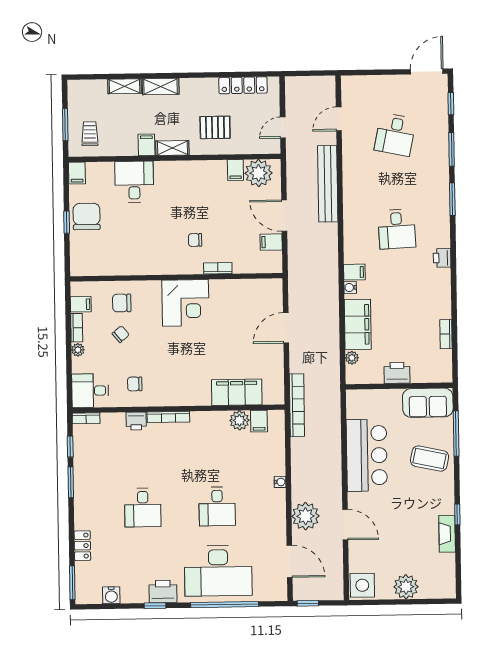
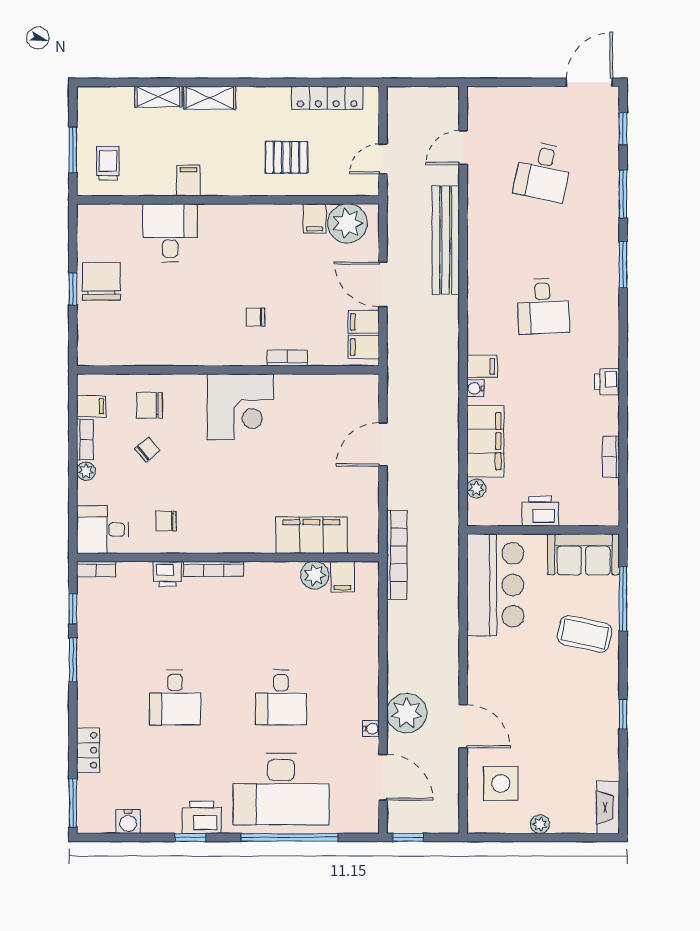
shelving: (172, 148) -> (225, 186), removed
filing cabinet: (77, 173) -> (364, 347), moved, turned 90
printer: (442, 258) -> (607, 382), moved
bar counter: (367, 455) -> (495, 585), moved
water cooler: (280, 482) -> (371, 729), moved
fireplace: (447, 534) -> (608, 807), moved
side table: (362, 585) -> (501, 784), moved
plant: (406, 587) -> (540, 824), width x0.53, depth x0.53

